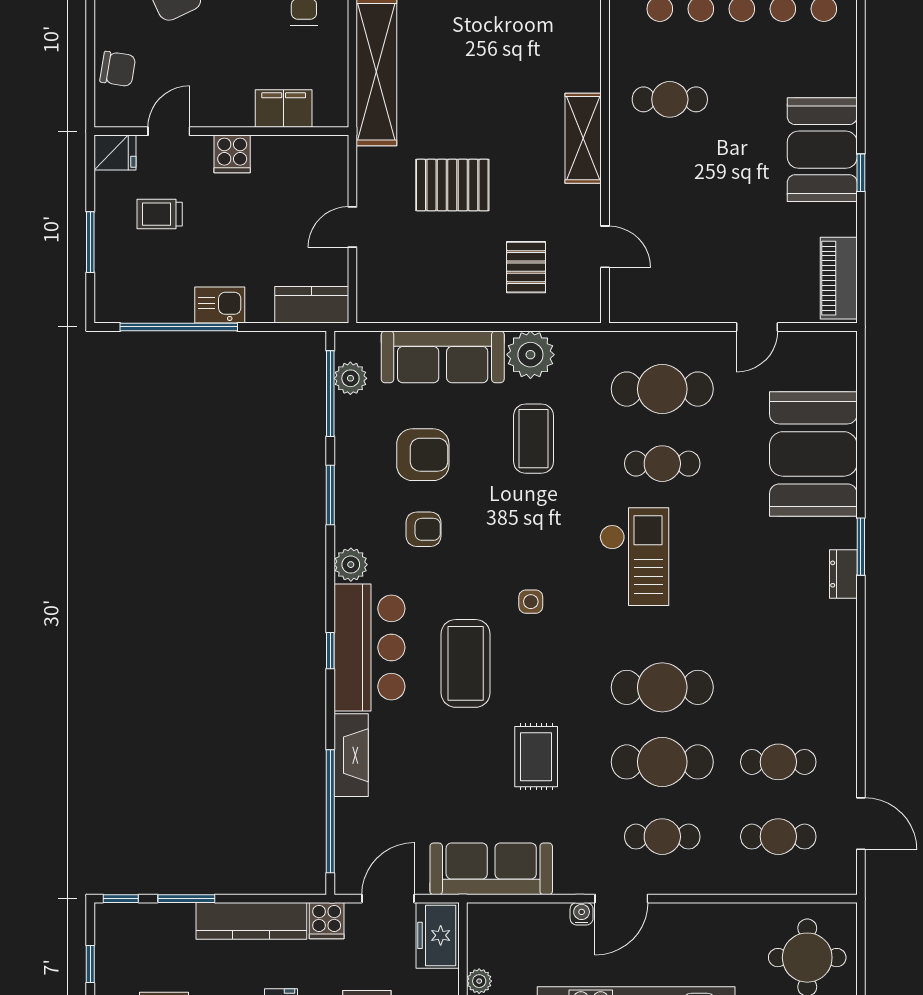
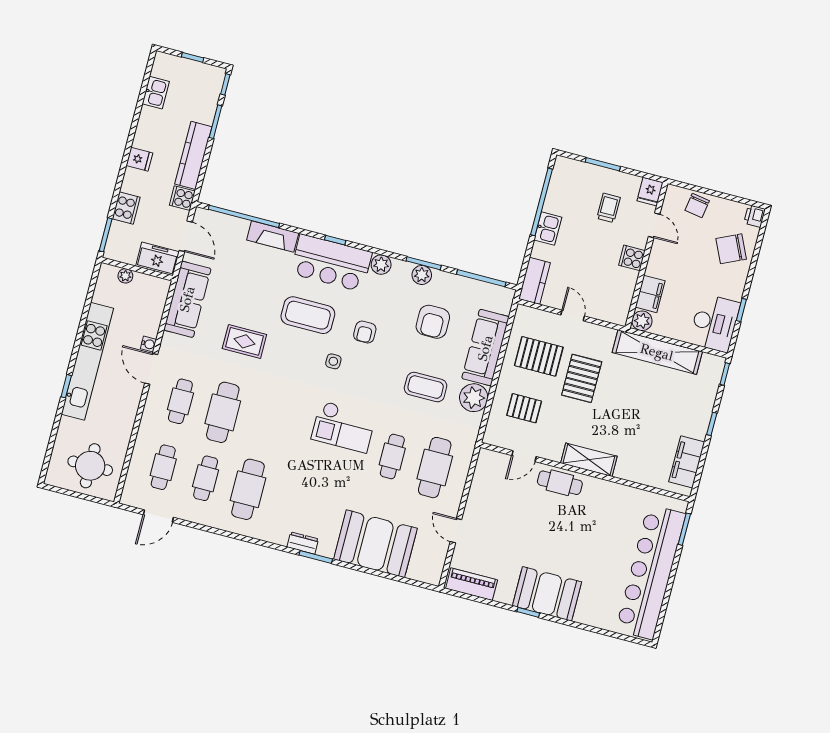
cafe table: (670, 99) -> (560, 483), moved, turned 90
plant: (331, 110) -> (642, 321), added
pallet: (434, 265) -> (539, 356), added
plant: (350, 378) -> (422, 275), moved
armchair: (423, 529) -> (365, 332), moved
cafe table: (662, 687) -> (248, 489), moved

